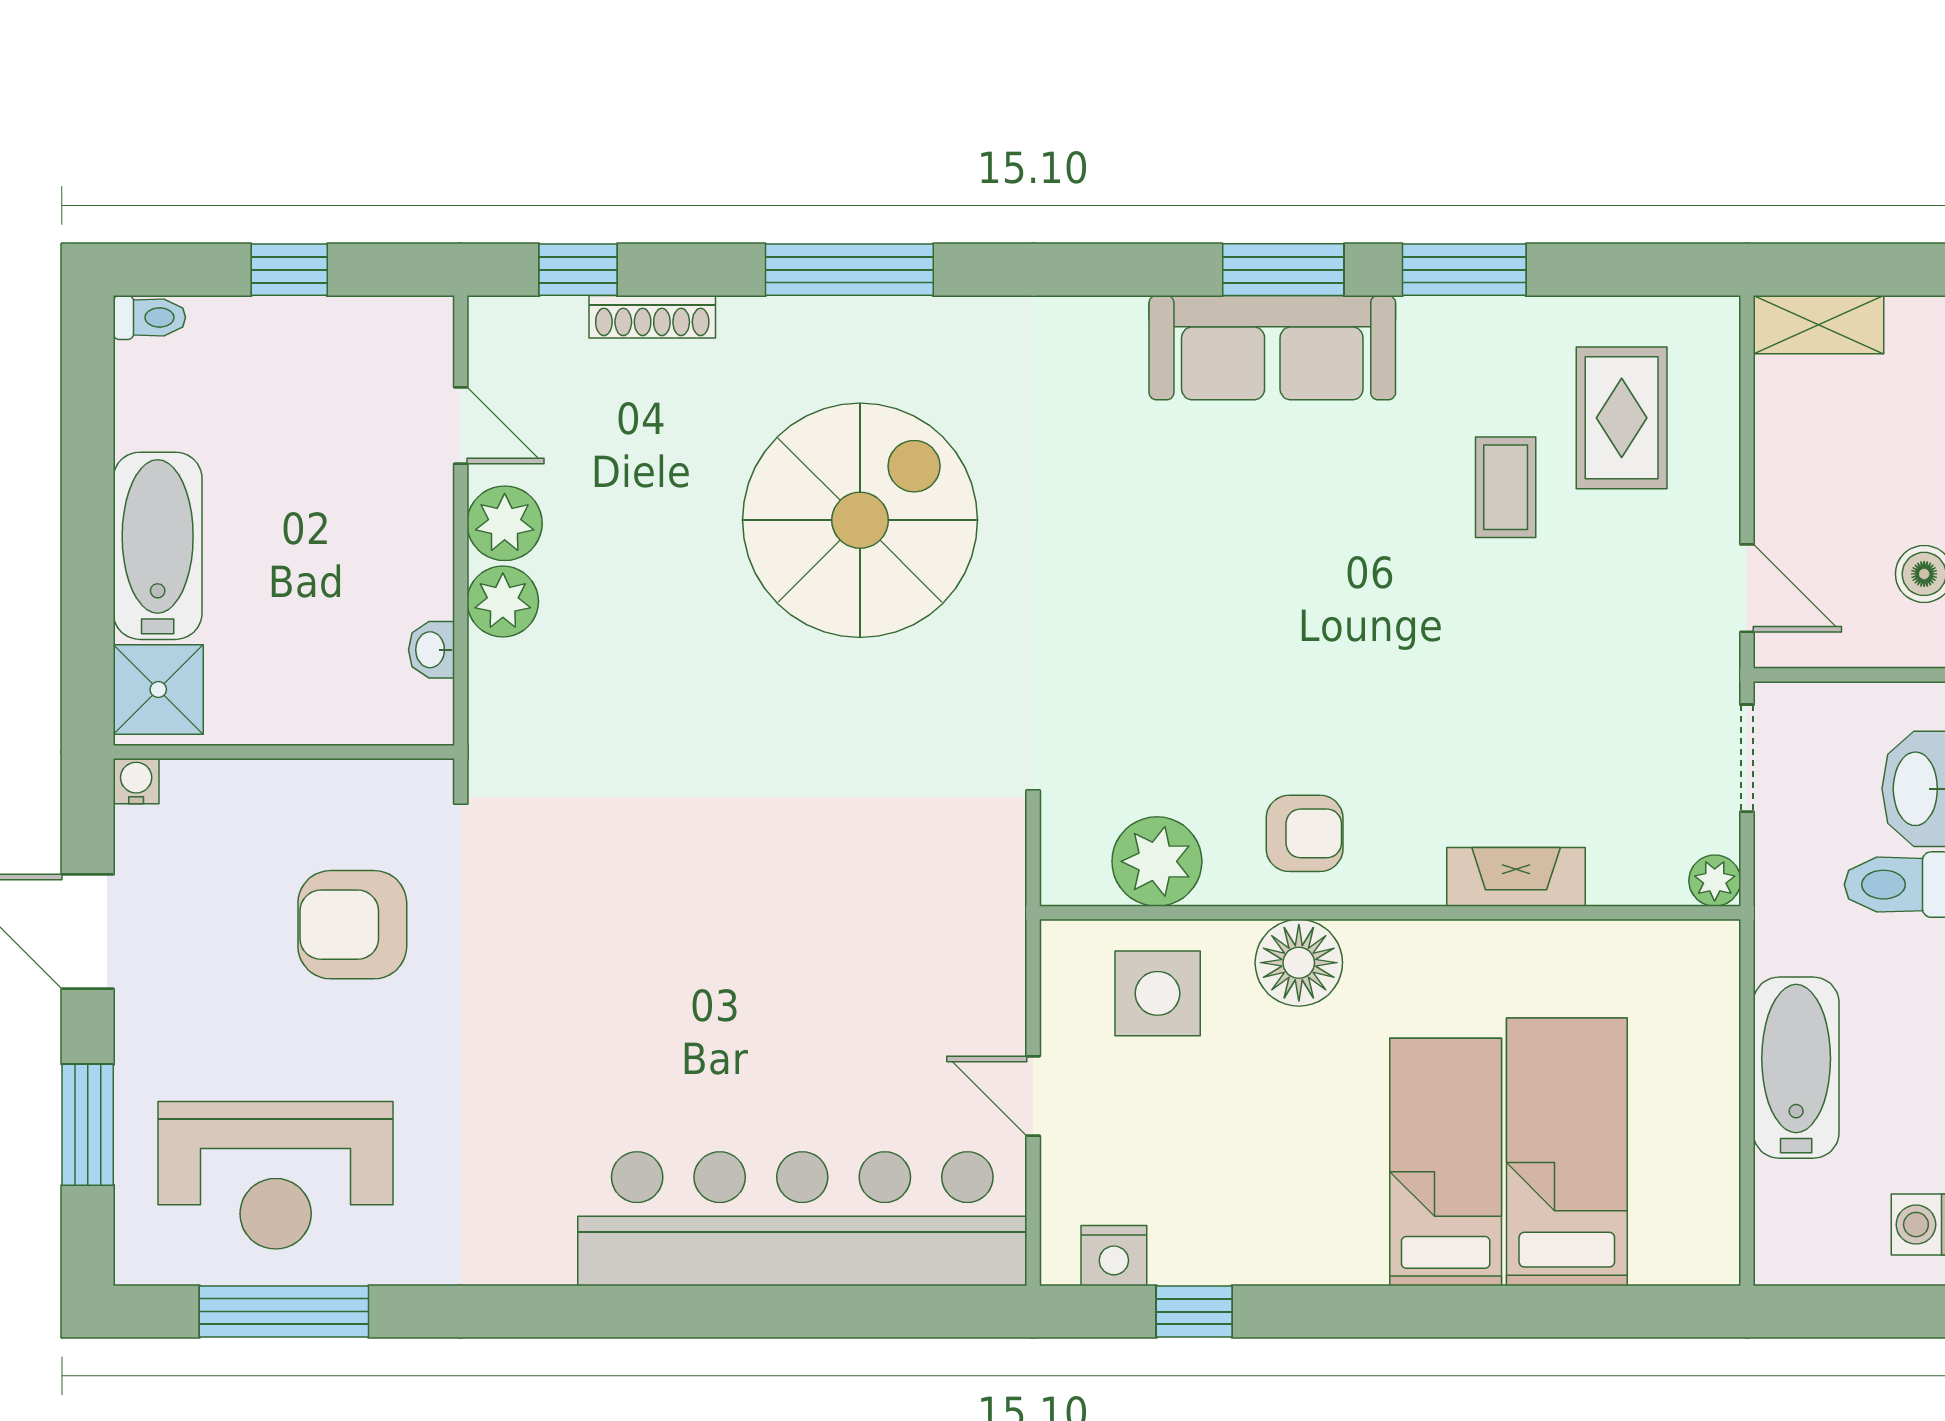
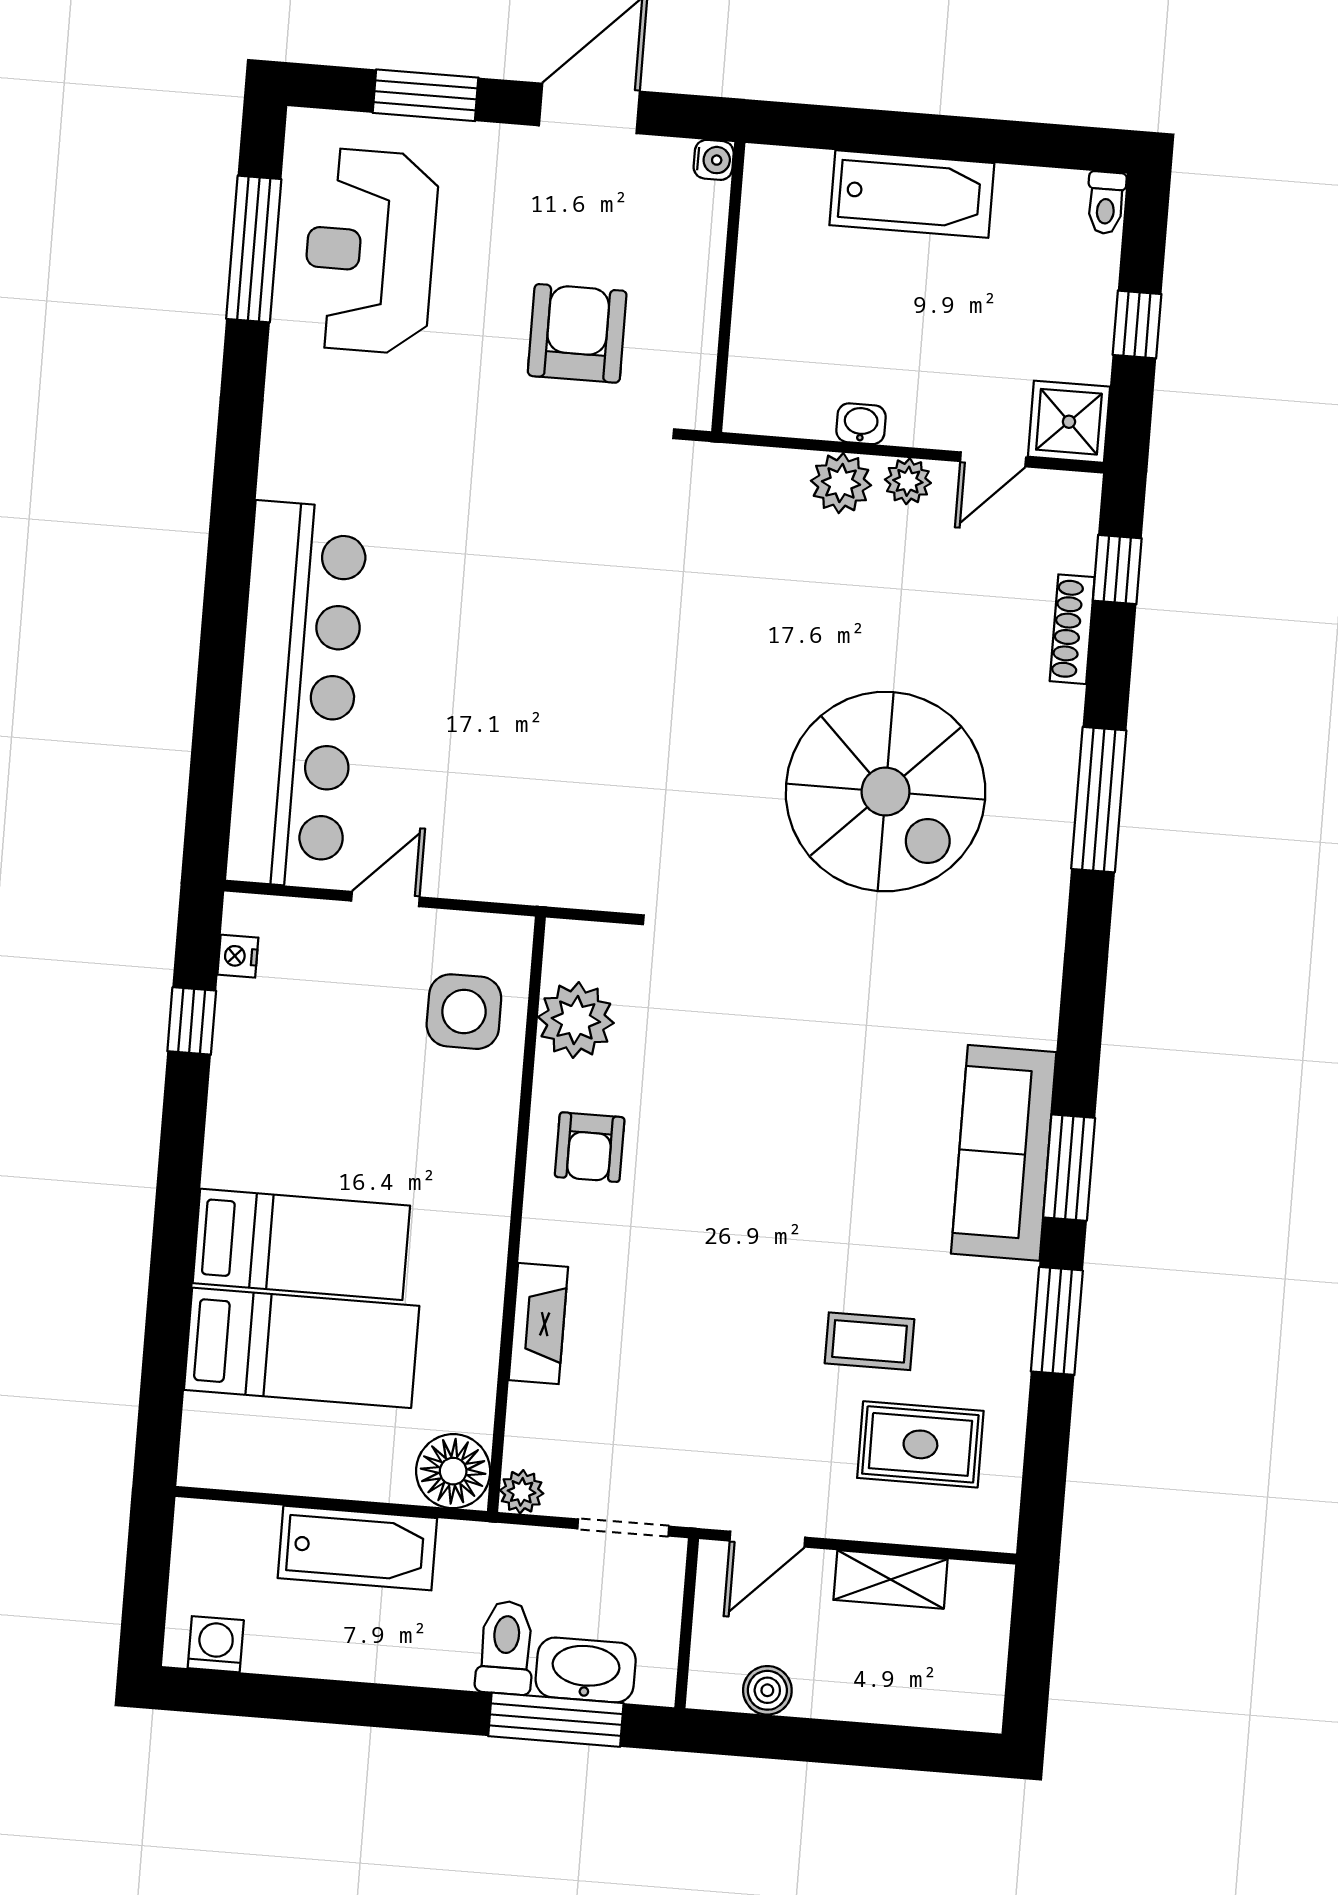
shelving: (1819, 325) -> (891, 1579), moved, turned 90
plant: (505, 523) -> (908, 481), width x0.73, depth x0.73
washbasin: (431, 650) -> (861, 424), moved
shower: (158, 690) -> (1069, 422), moved
floor lamp: (1299, 963) -> (453, 1471), moved
nightstand: (1114, 1256) -> (238, 956), width x0.72, depth x0.74

